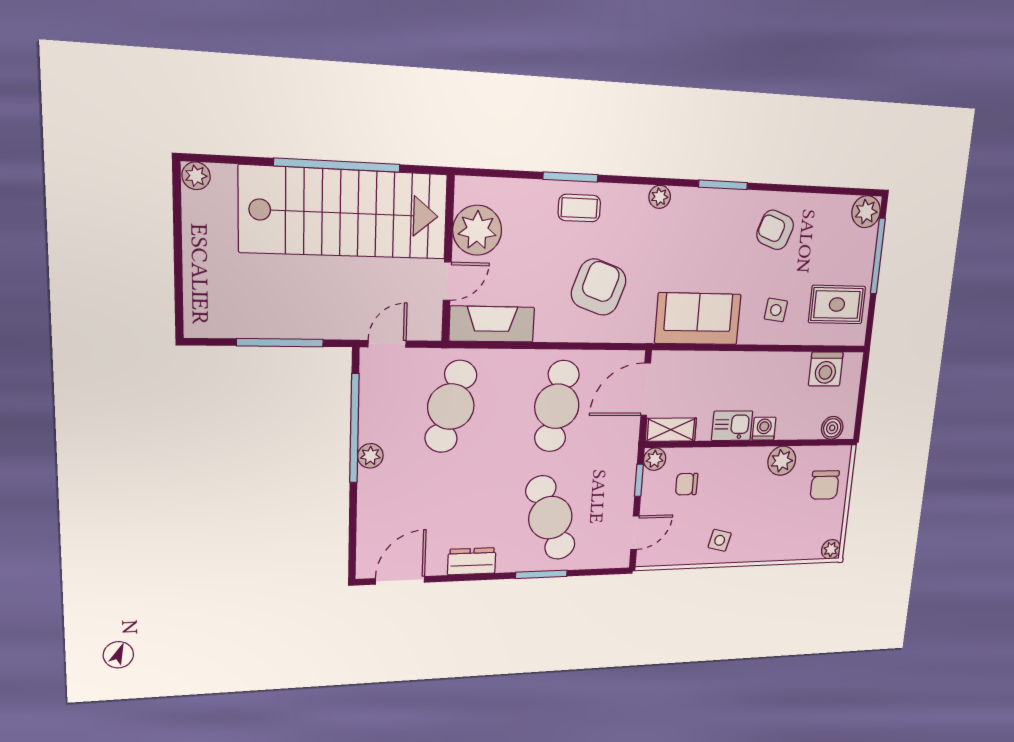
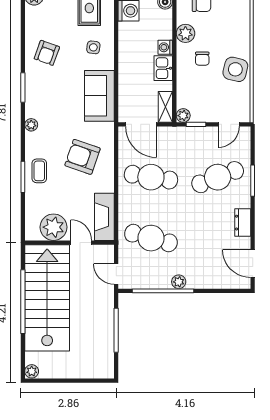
chair: (687, 484) -> (202, 59), moved
door: (635, 533) -> (229, 124), swing flipped
side table: (720, 540) -> (235, 69), width x1.87, depth x1.87

